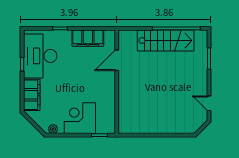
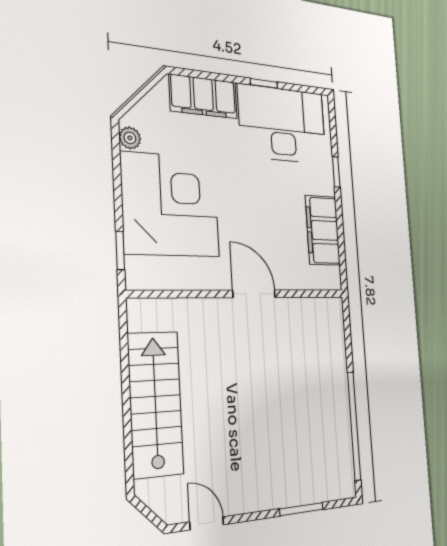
stairs: (166, 40) -> (156, 404), moved, turned 180
door: (117, 60) -> (254, 294), moved
door: (209, 103) -> (207, 523), hinge flipped
corner desk: (80, 118) -> (170, 205), width x1.36, depth x1.36

